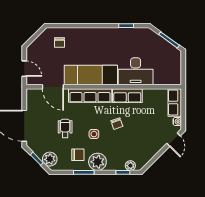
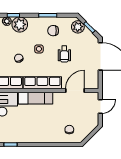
door: (24, 69) -> (100, 107), swing flipped
exam couch: (91, 75) -> (35, 98), width x0.73, depth x0.69
door: (53, 87) -> (75, 91), hinge flipped
plant: (97, 162) -> (20, 24), moved

